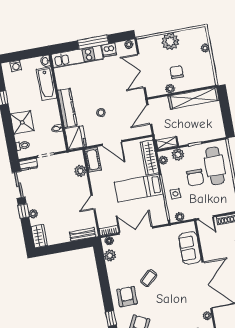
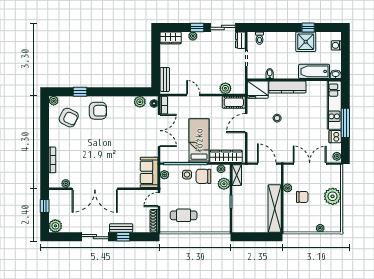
shower: (22, 122) -> (306, 42), moved
cafe table: (215, 166) -> (184, 215), moved, width x0.73, depth x0.74
chair: (195, 177) -> (203, 176), moved
sofa: (190, 248) -> (149, 172), moved, turned -90
coffee table: (149, 278) -> (112, 135), removed

